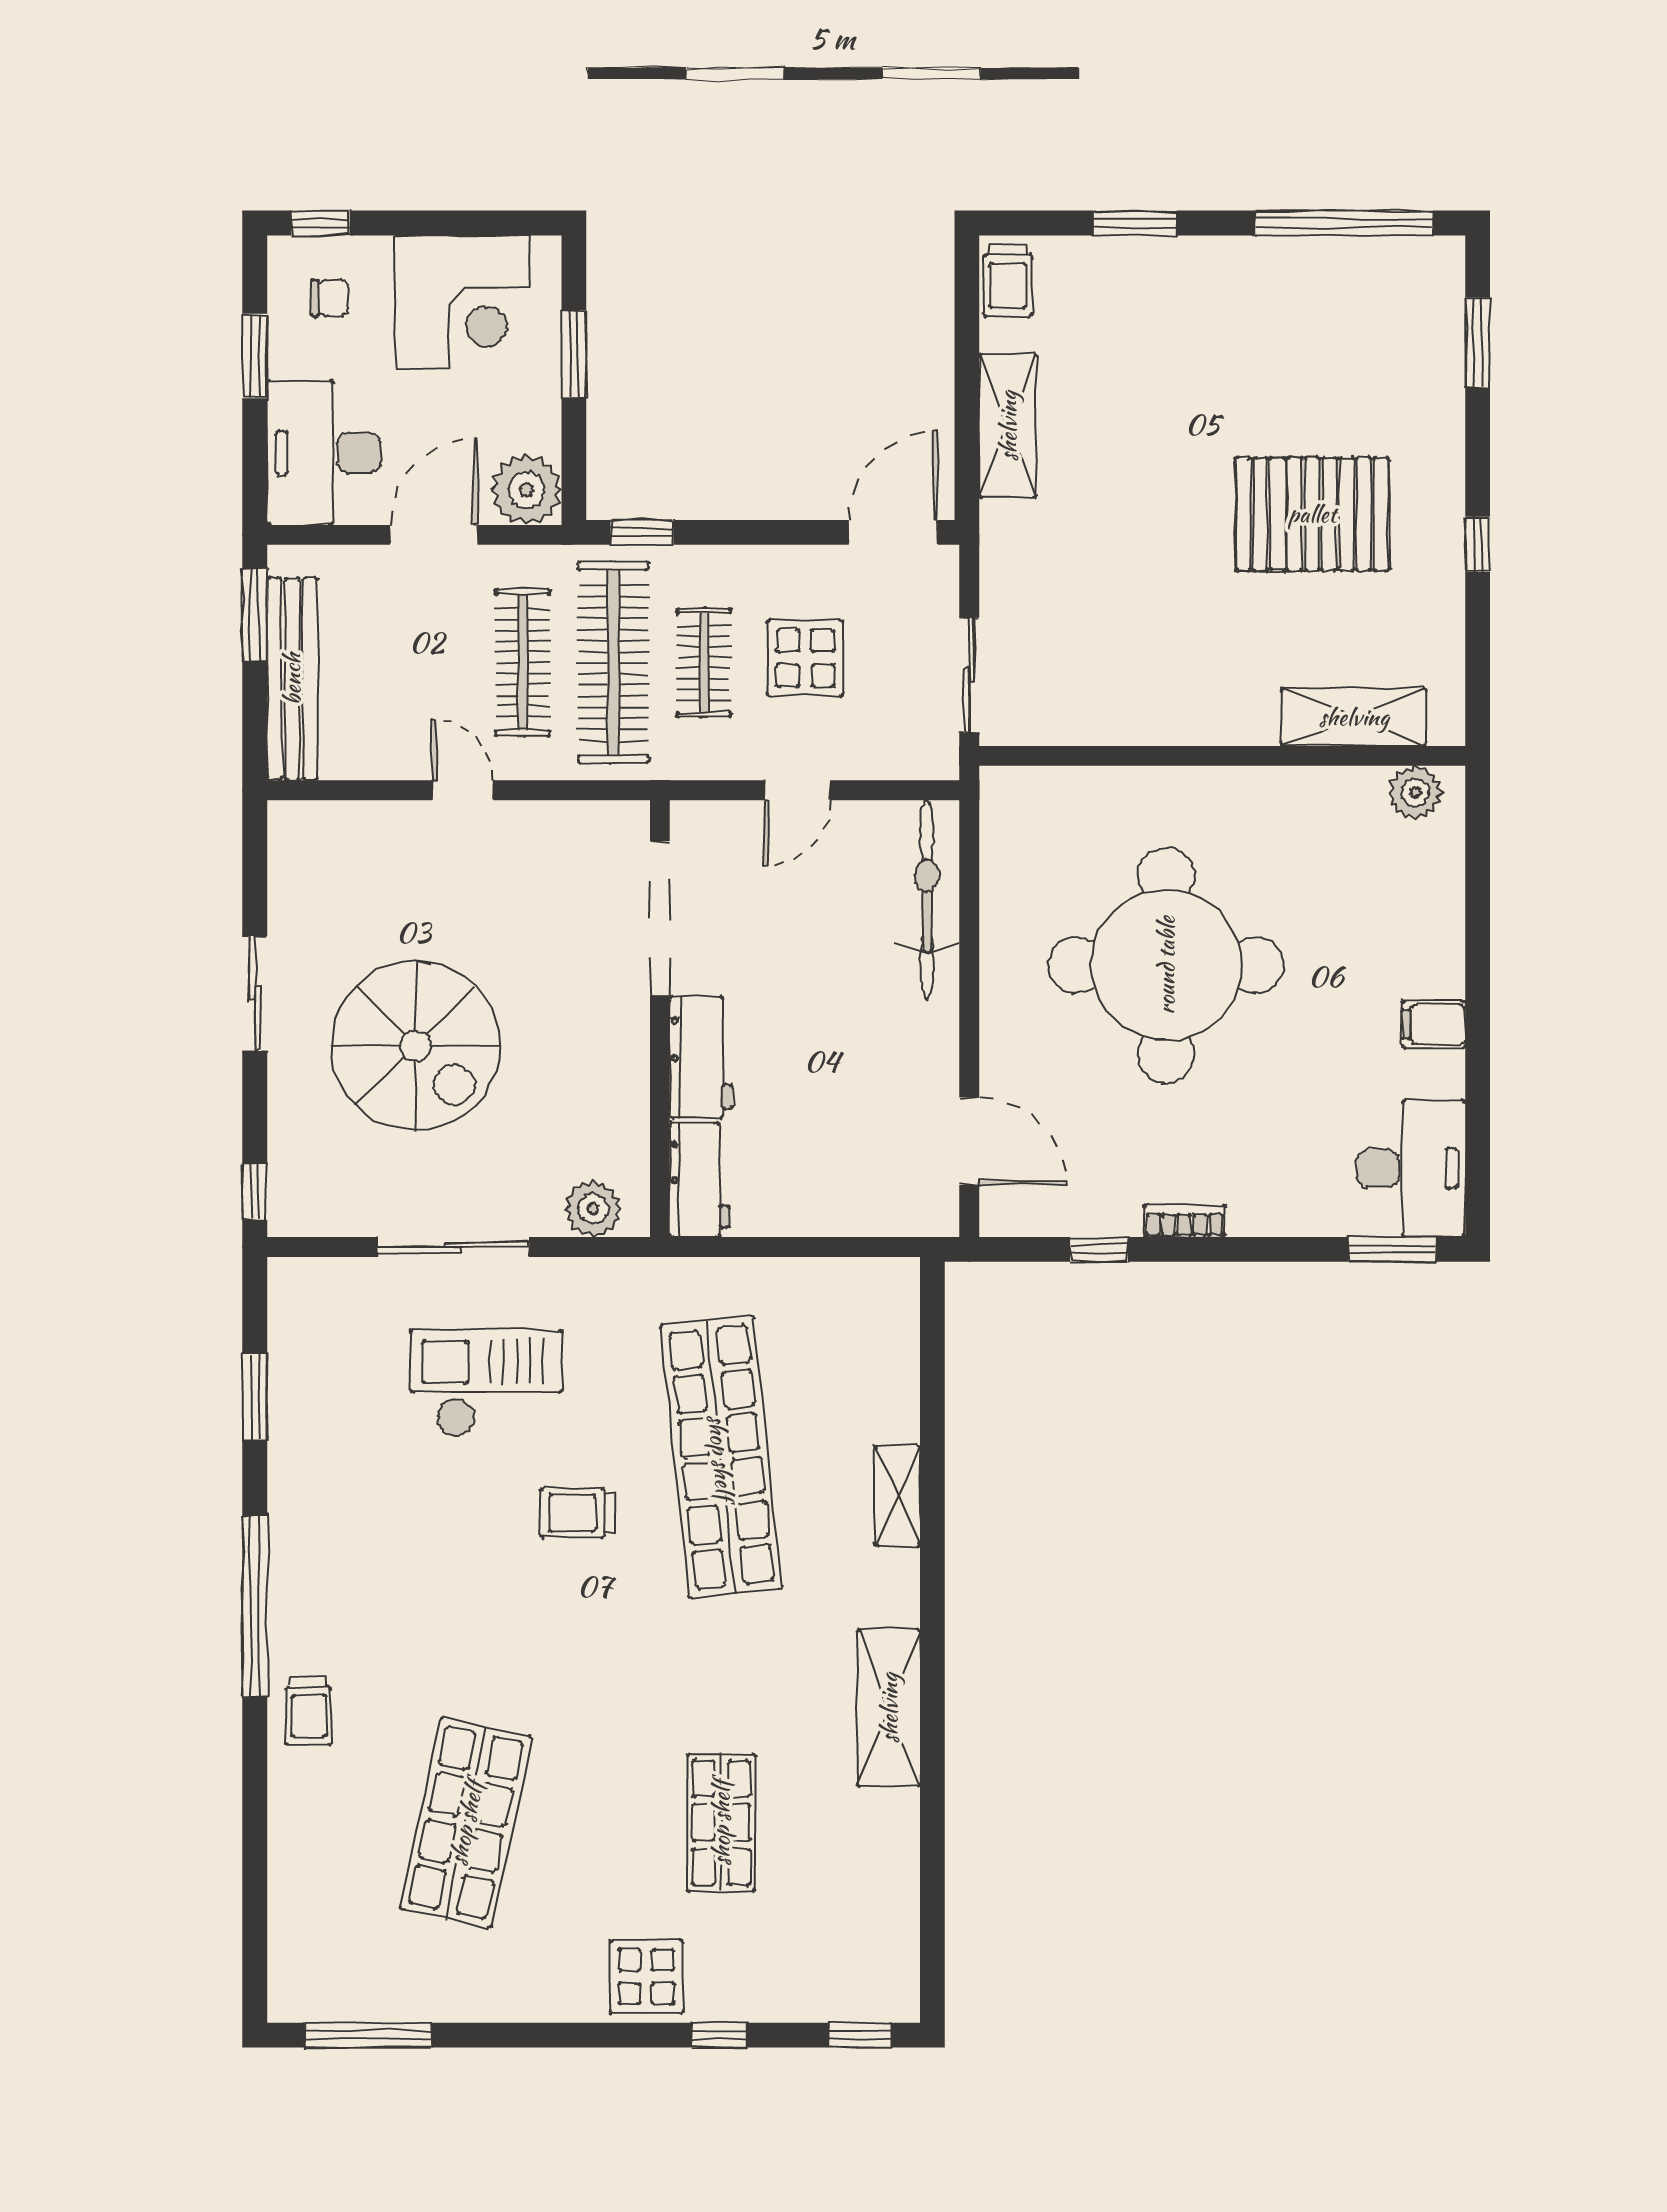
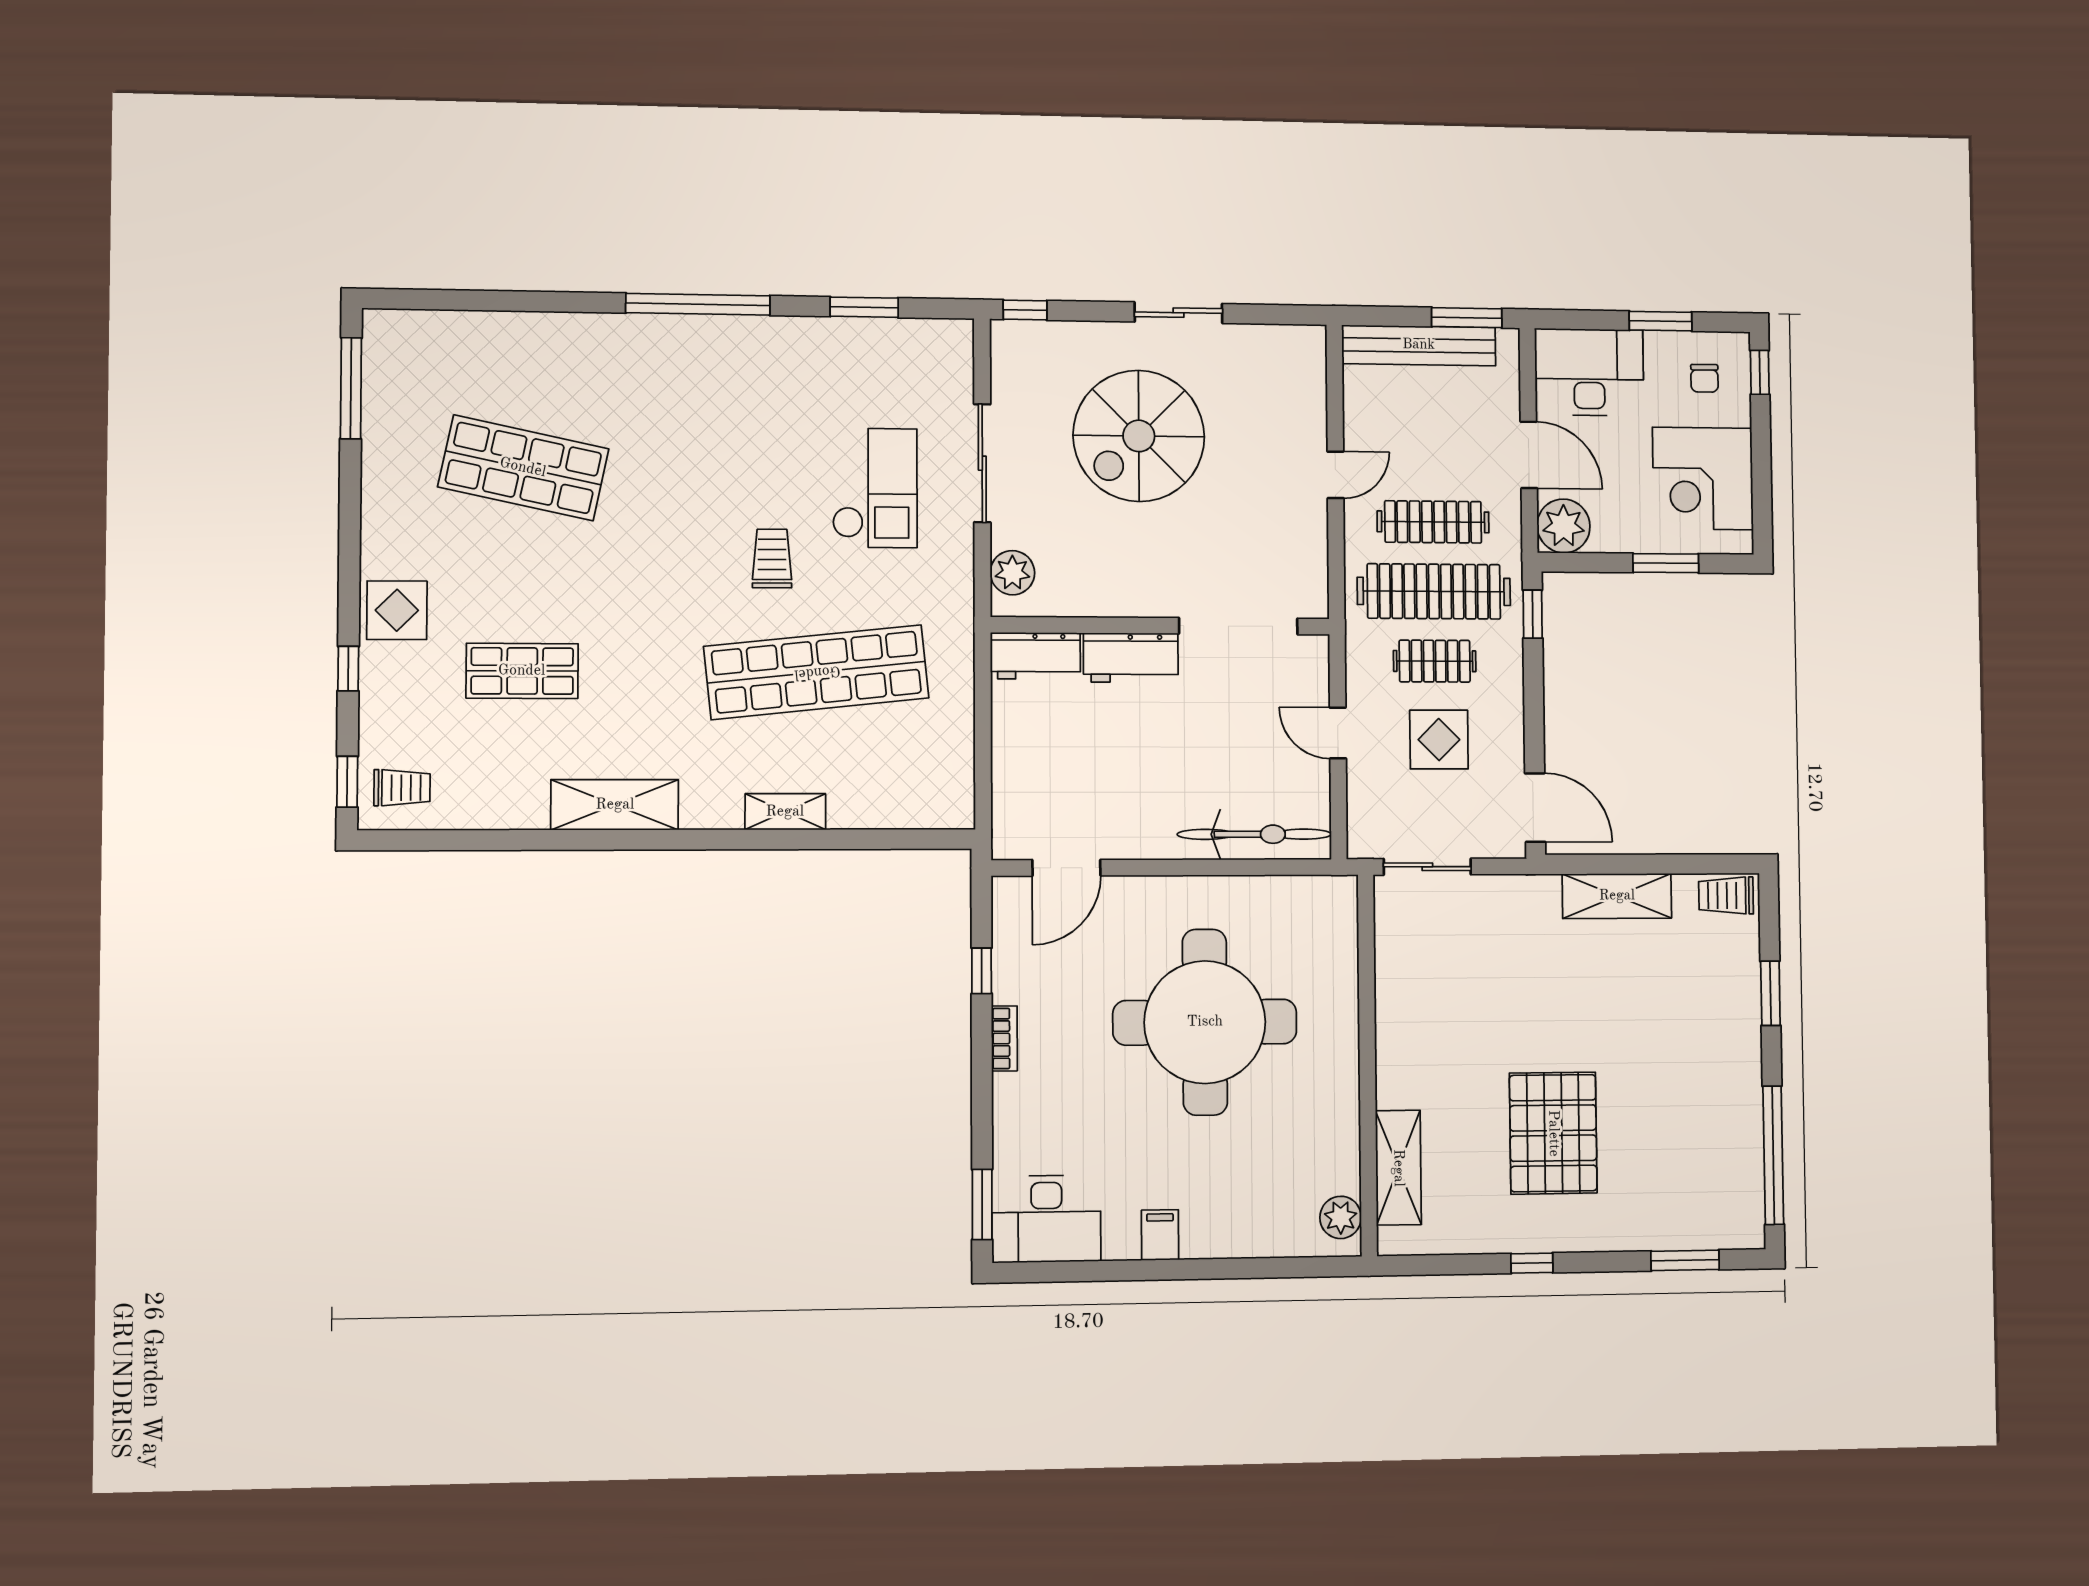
trolley: (309, 1711) -> (402, 788), moved, turned 180

